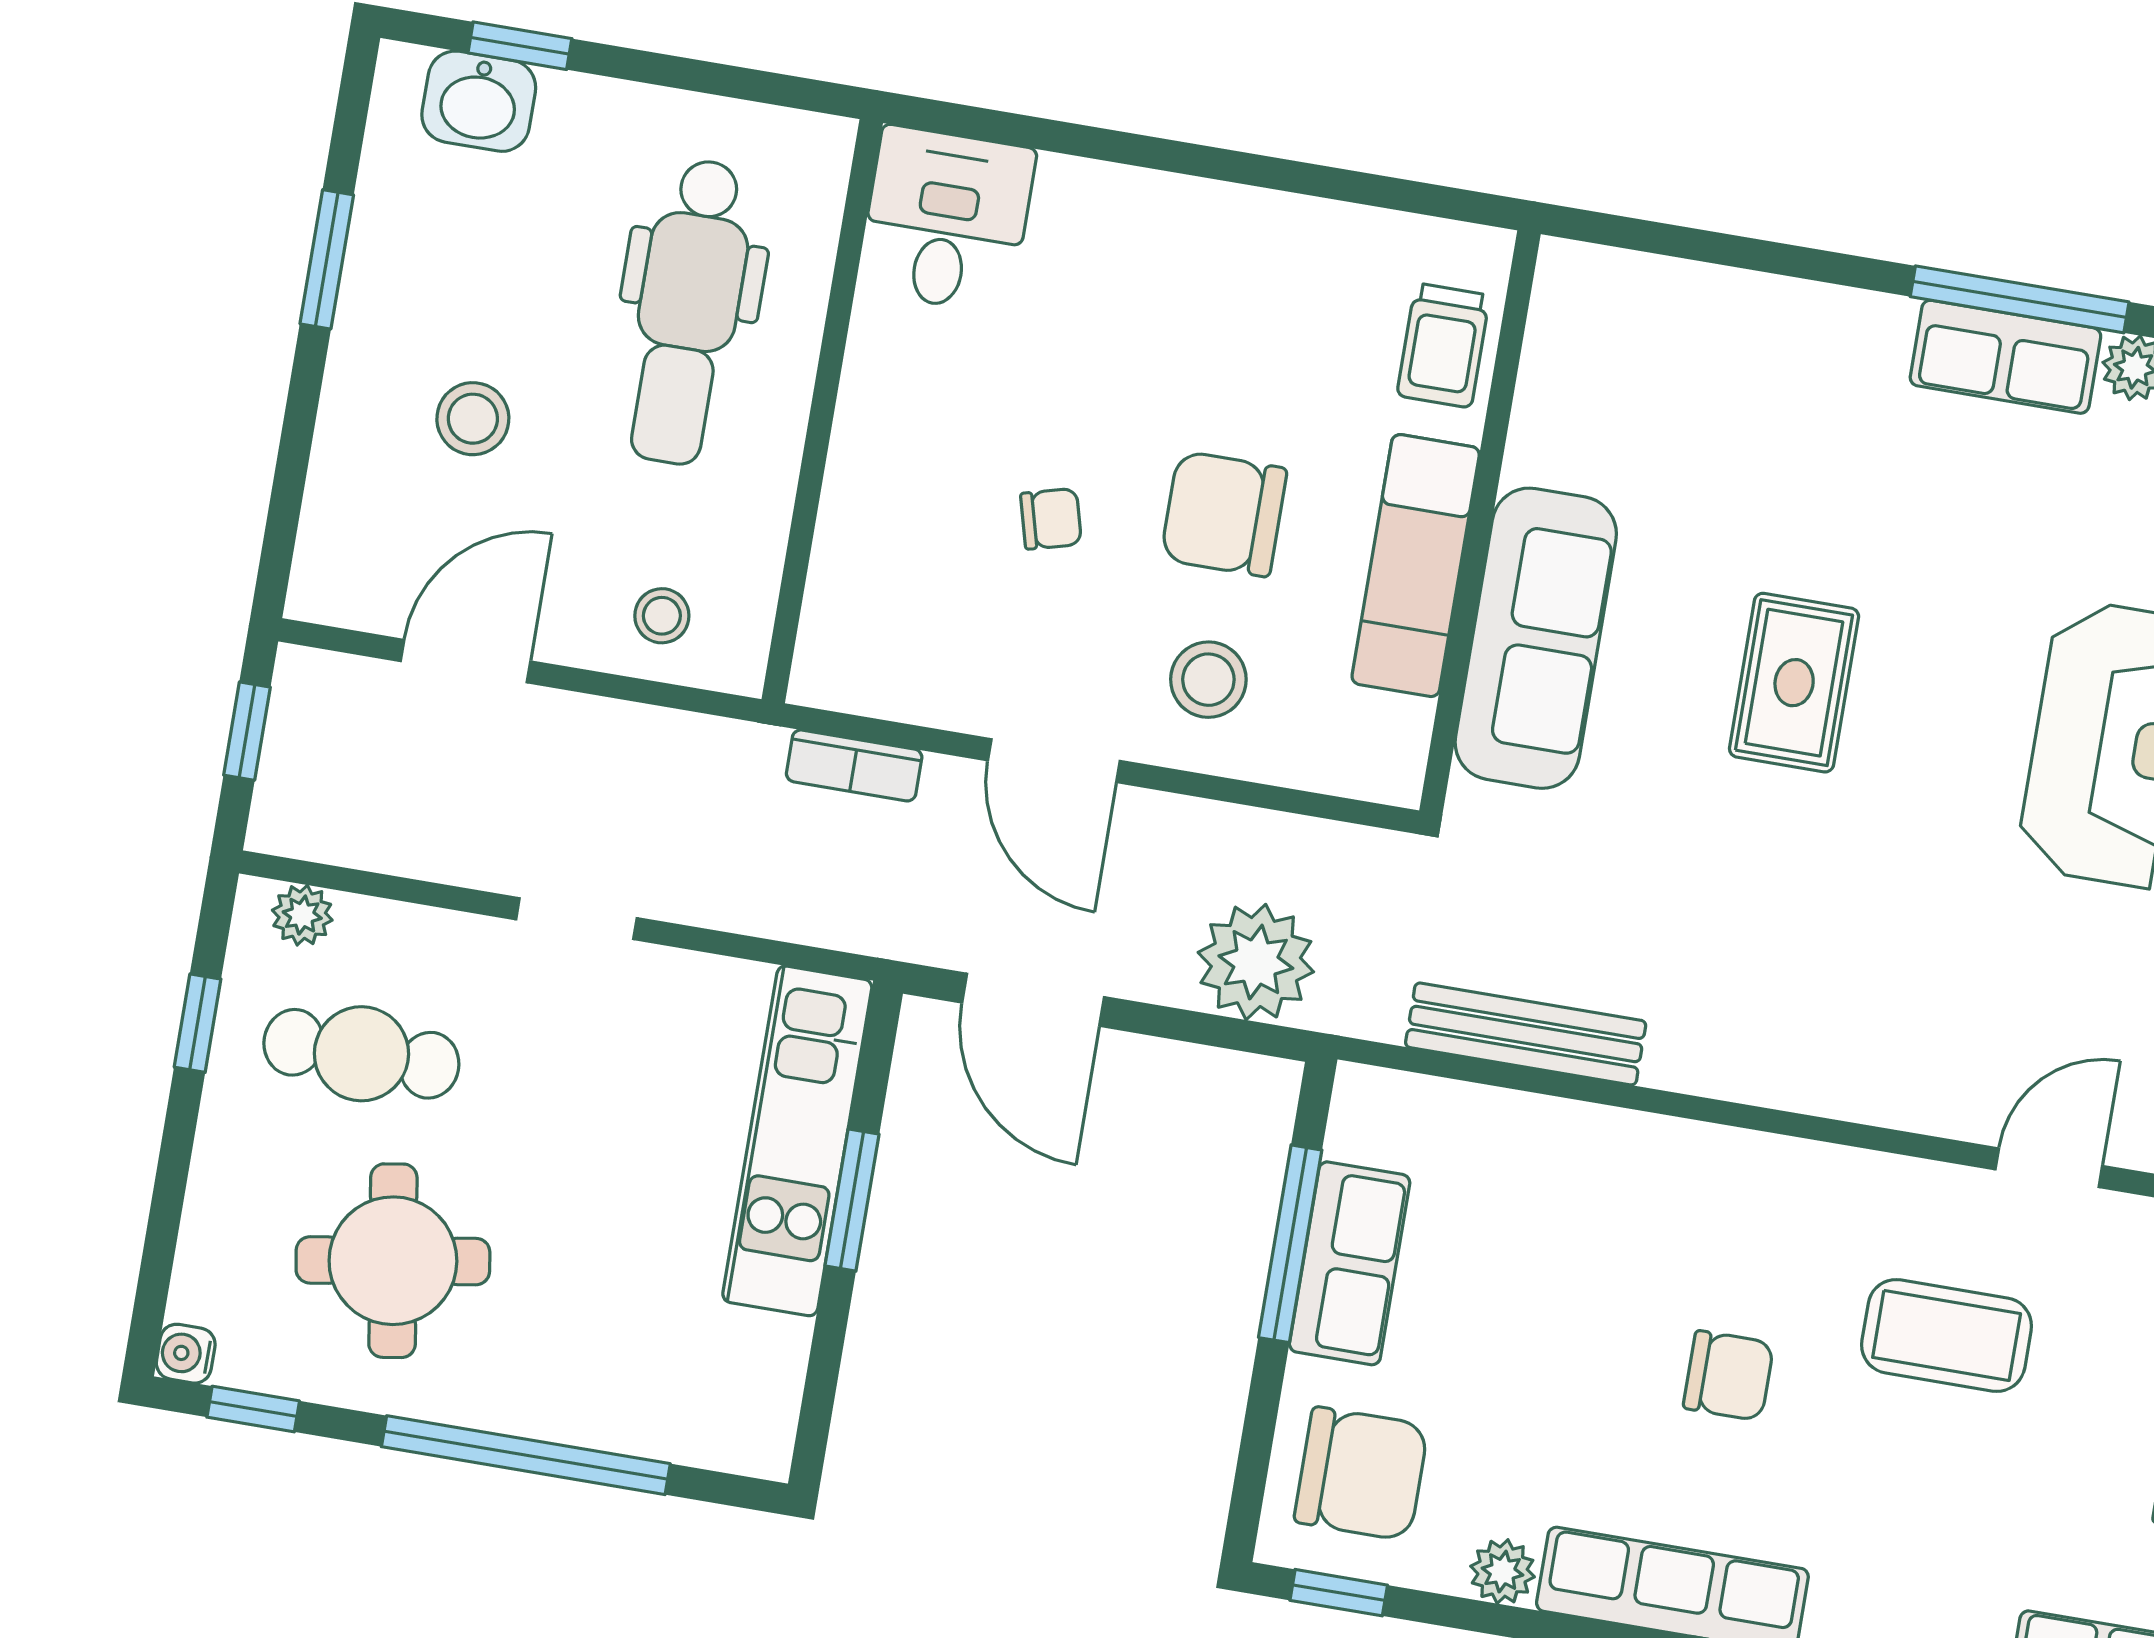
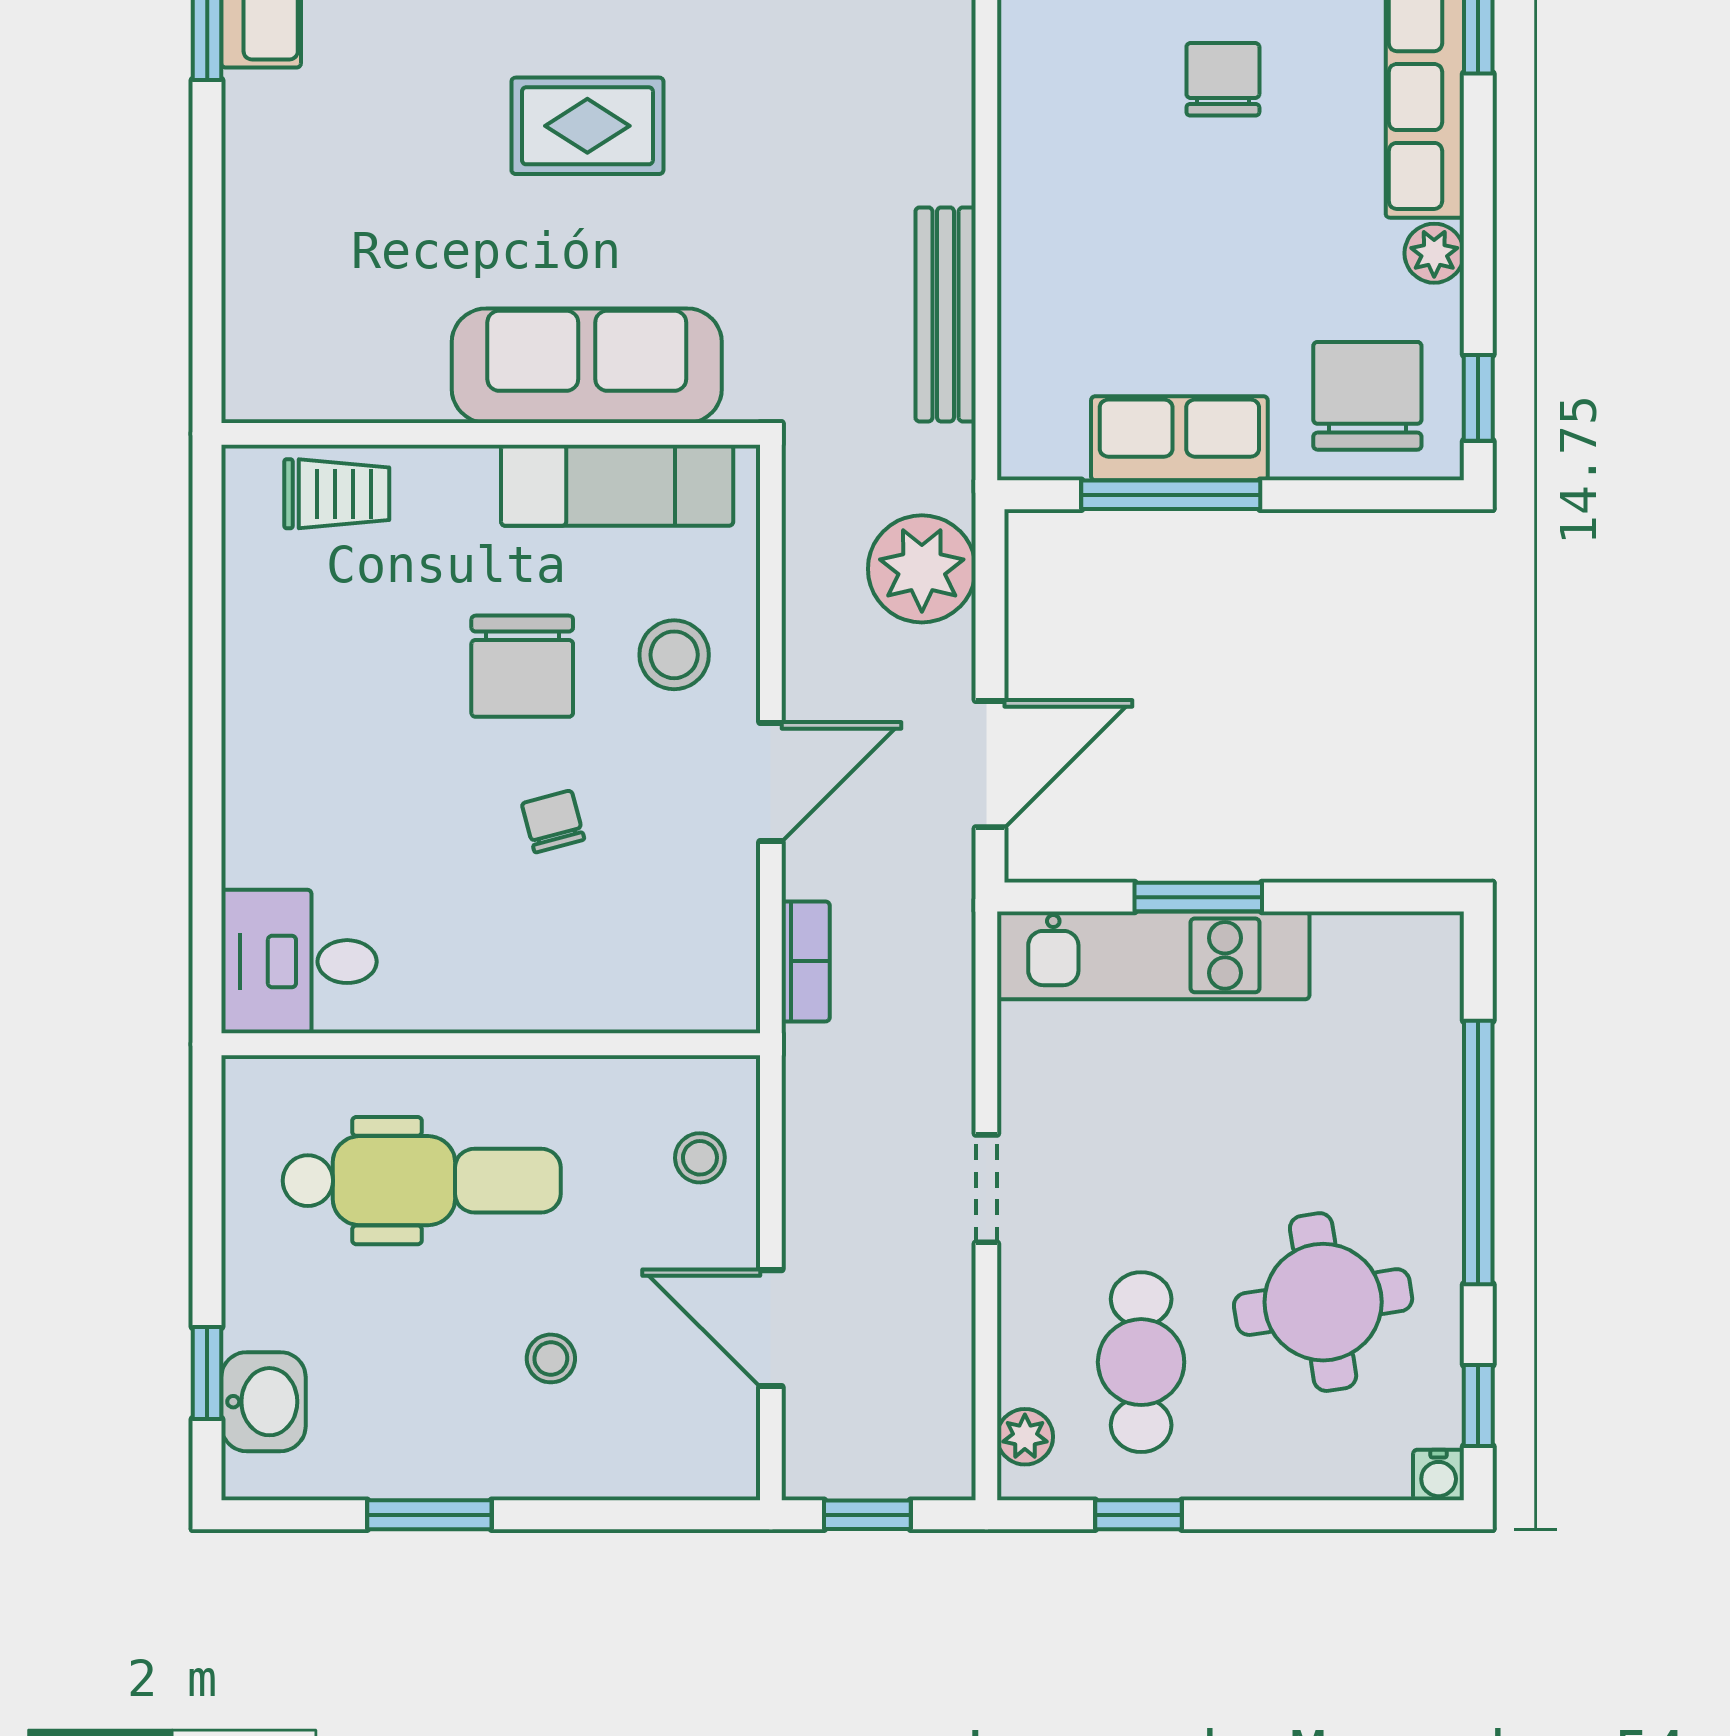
stool: (473, 419) -> (551, 1358), width x0.73, depth x0.73
exam couch: (1416, 566) -> (617, 485), moved

